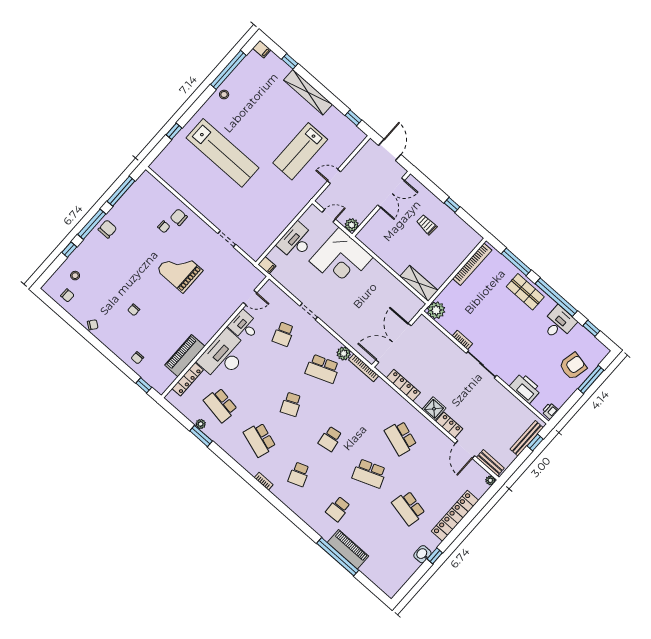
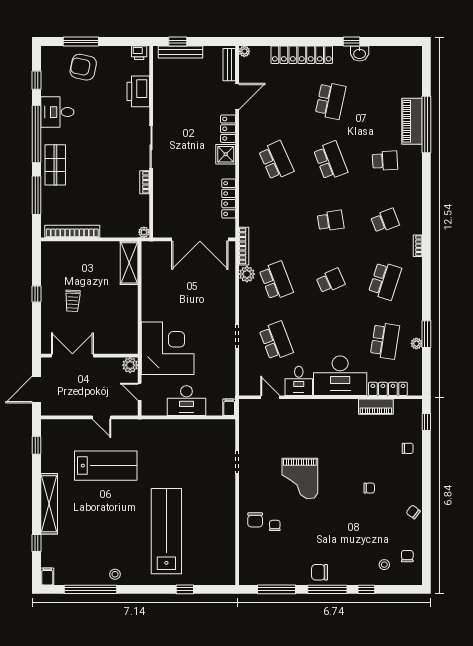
plant: (436, 310) -> (144, 232), width x0.53, depth x0.53
school desk: (283, 334) -> (276, 341), width x1.85
piano: (185, 356) -> (376, 407), width x0.73, depth x0.75
school desk: (401, 438) -> (276, 161), turned -42

